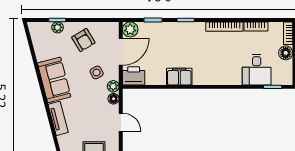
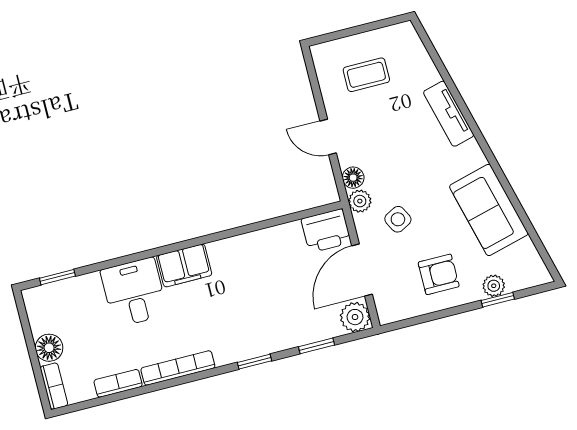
armchair: (83, 40) -> (439, 274), turned 121
desk: (257, 70) -> (134, 292), moved
filing cabinet: (179, 77) -> (184, 265), moved
sofa: (54, 80) -> (489, 210), moved

